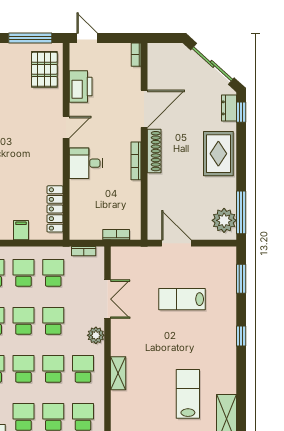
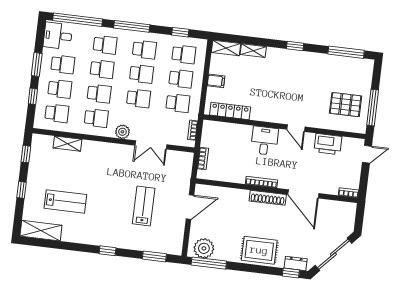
pallet: (44, 69) -> (346, 105), moved
shelving: (118, 373) -> (67, 144), moved

